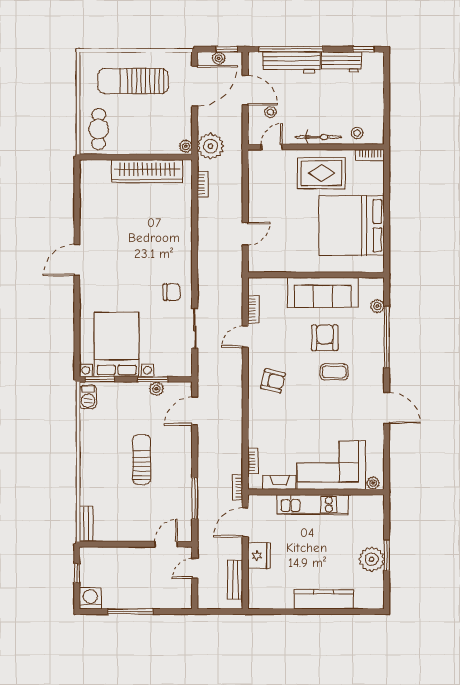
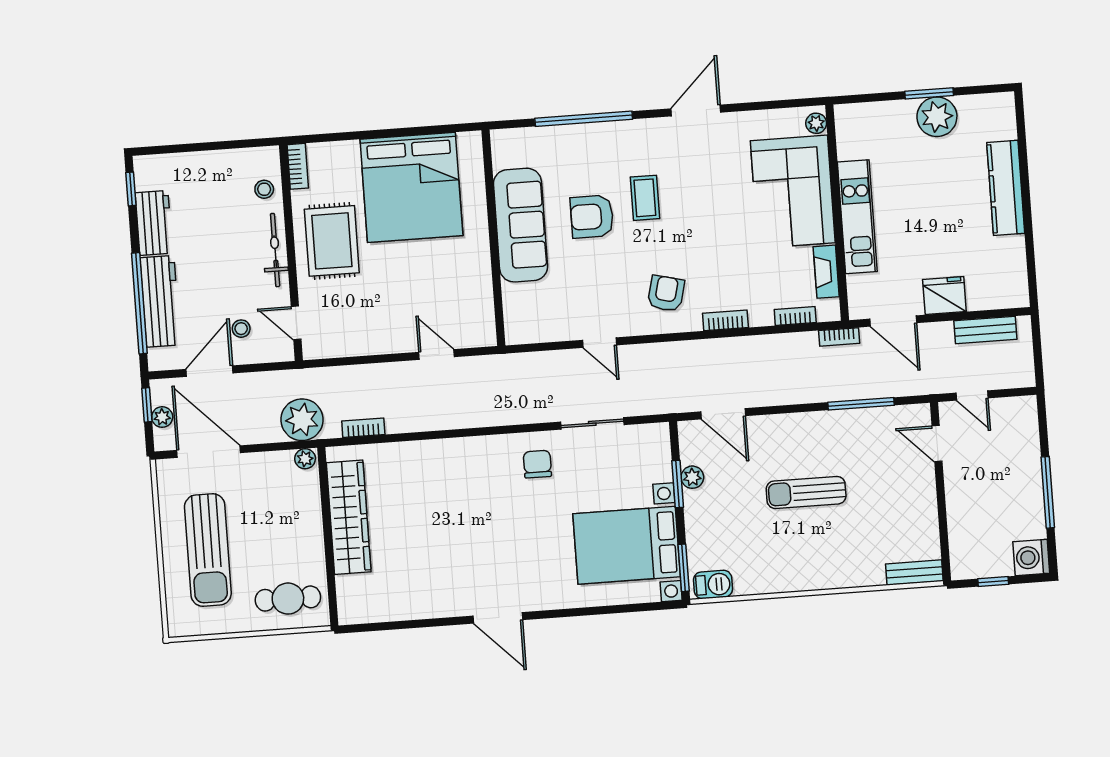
plant: (377, 306) -> (536, 137), removed
bookcase: (253, 309) -> (725, 320), moved

